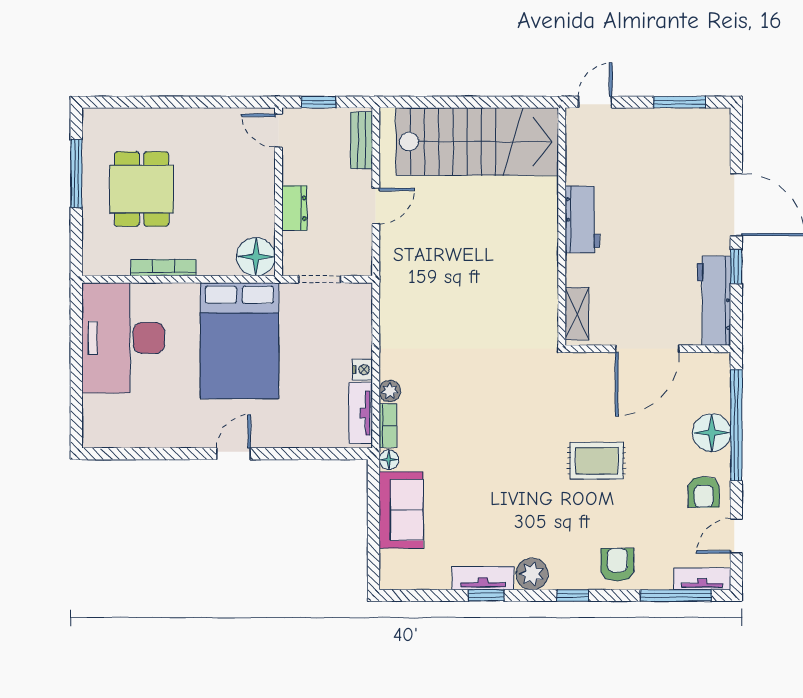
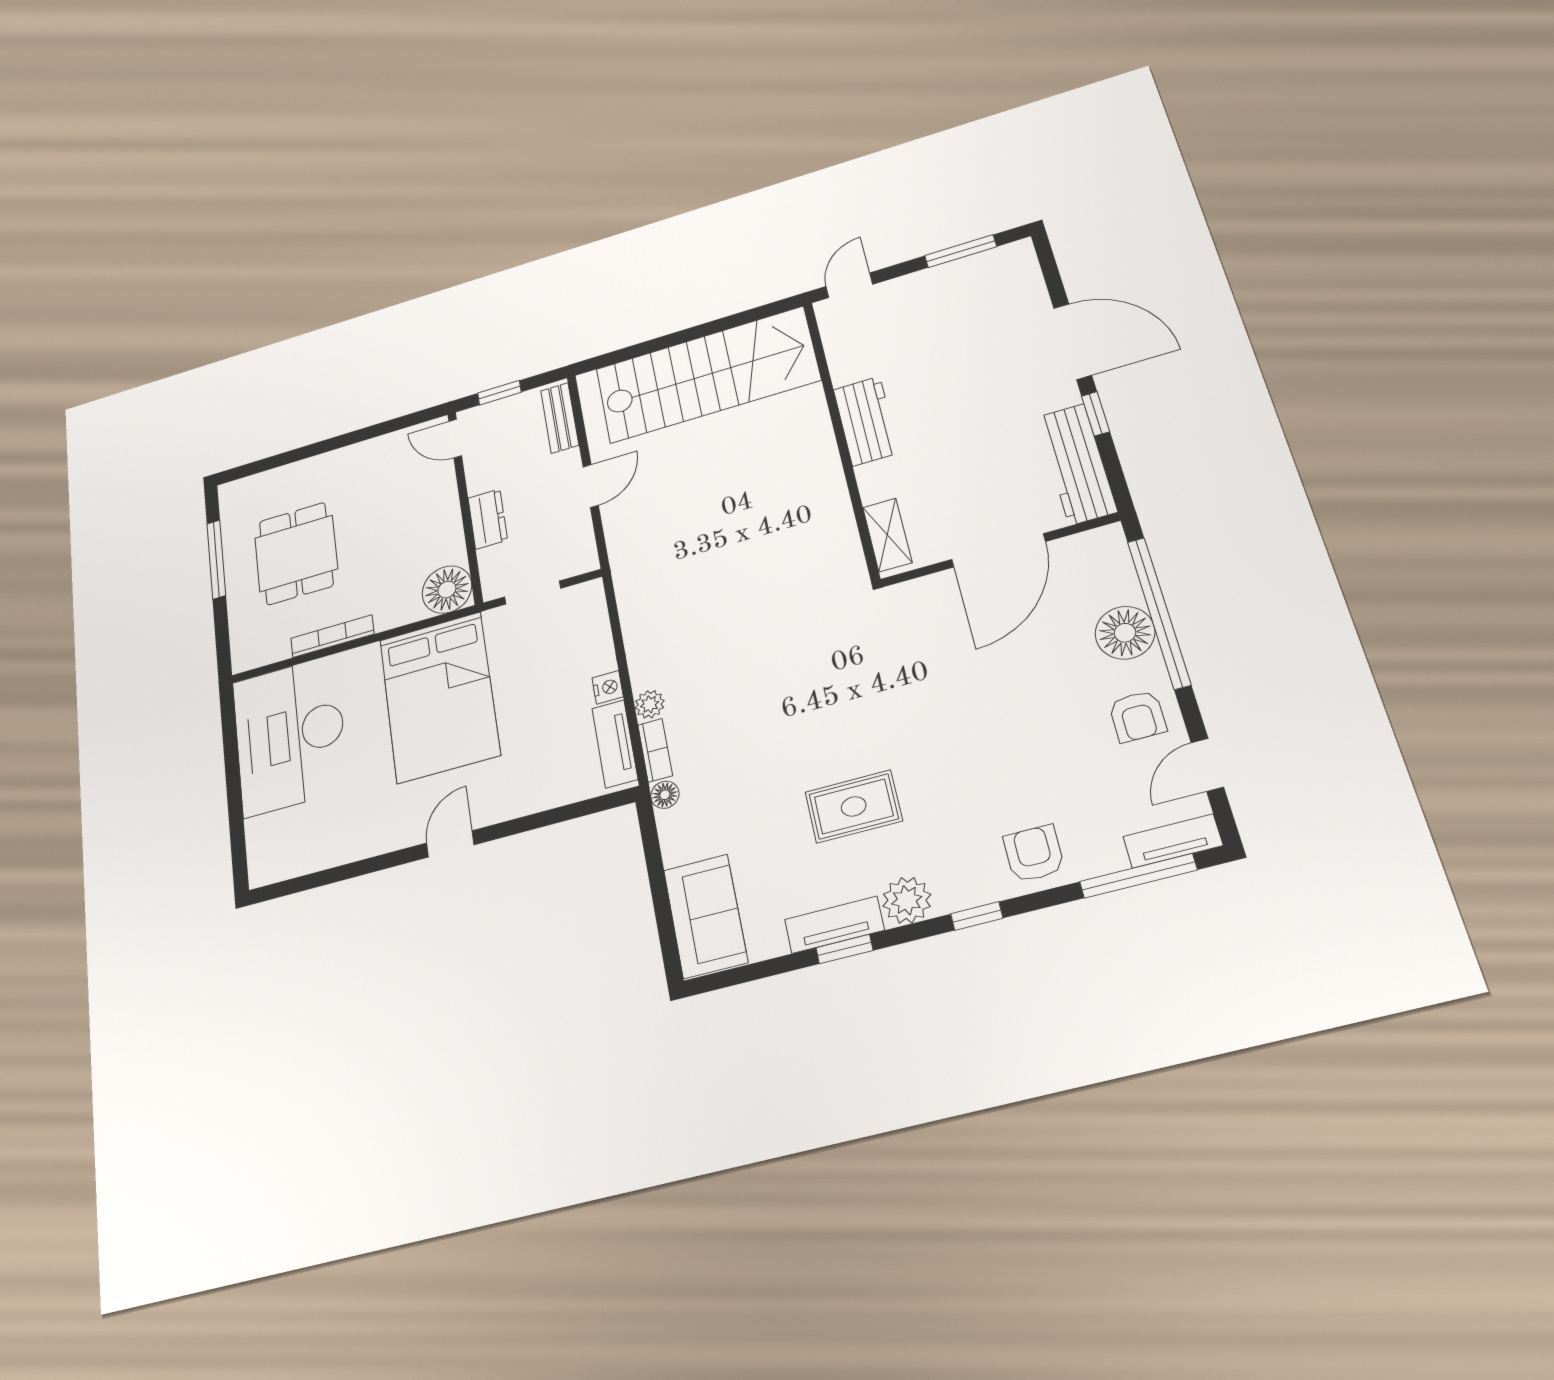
rug: (597, 461) -> (854, 806), moved
sofa: (401, 510) -> (706, 916), moved

